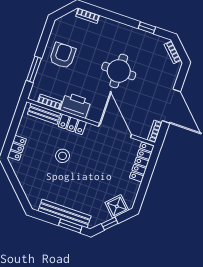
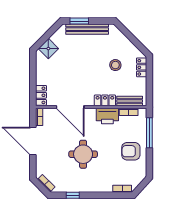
armchair: (63, 55) -> (131, 151), turned 90
window: (34, 69) -> (149, 133), width x1.44
stool: (63, 156) -> (115, 65), moved
locker: (142, 162) -> (41, 95), width x0.66
window: (110, 224) -> (49, 33), removed

